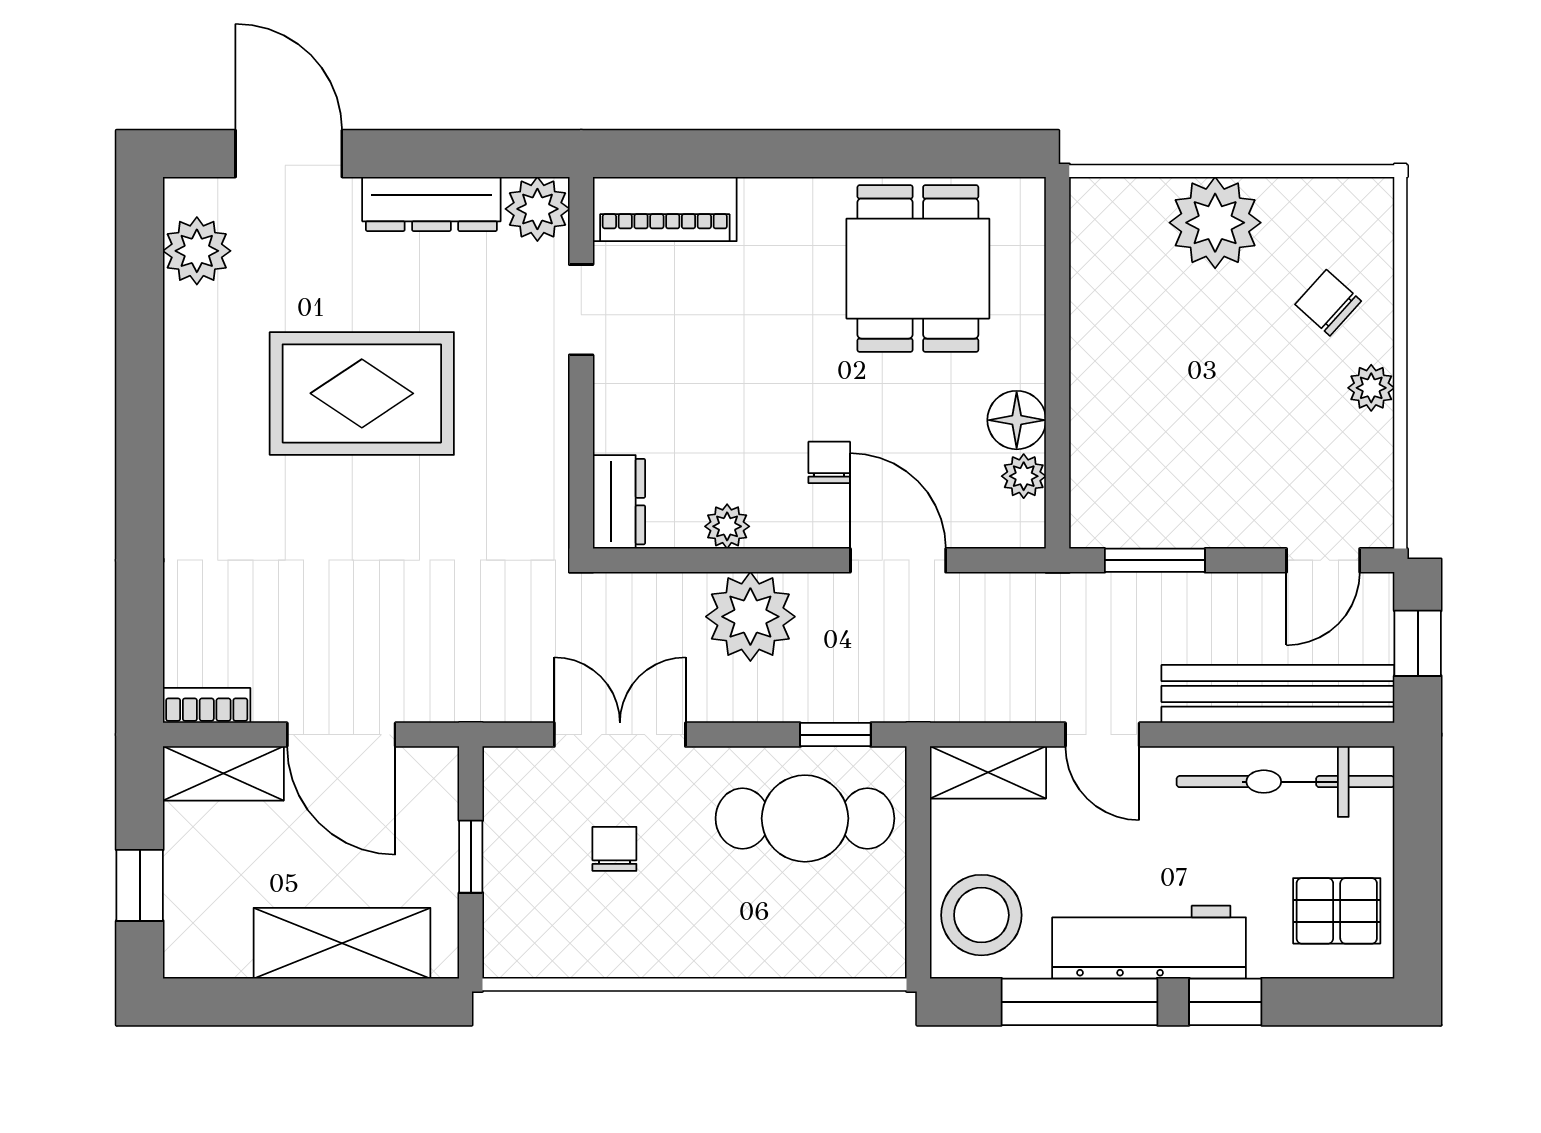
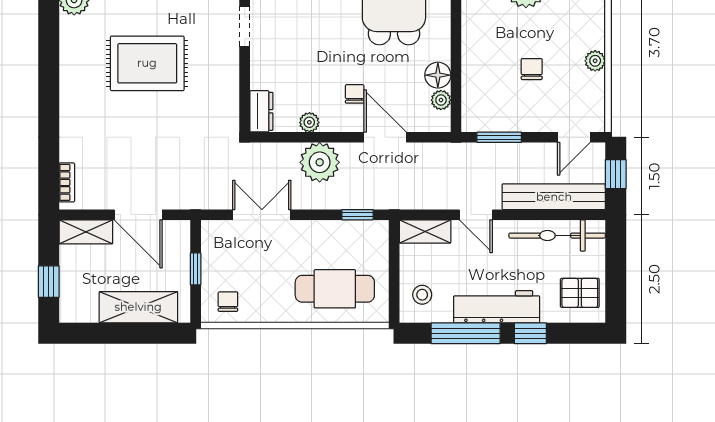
chair: (1328, 303) -> (532, 69), moved, turned 48
bookcase: (207, 705) -> (67, 182), moved, turned 90
cafe table: (805, 818) -> (335, 289), moved
chair: (614, 849) -> (228, 302), moved
stool: (981, 915) -> (422, 295), width x0.53, depth x0.53

